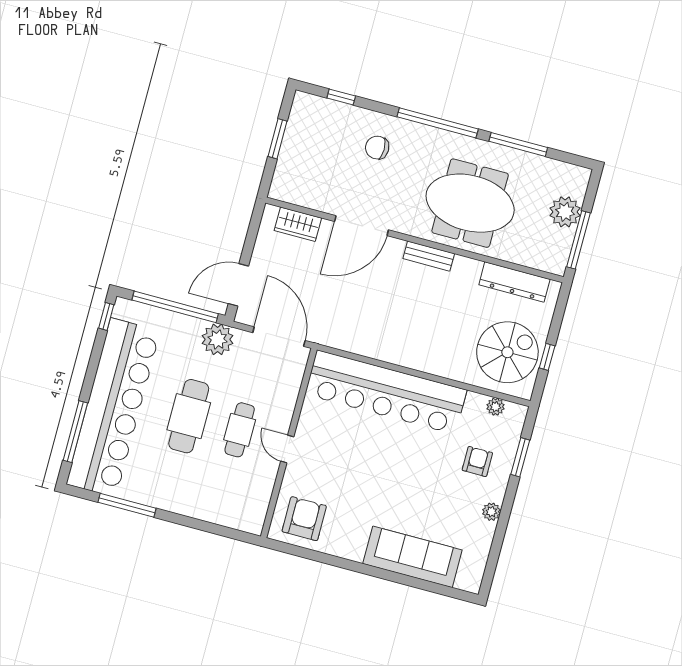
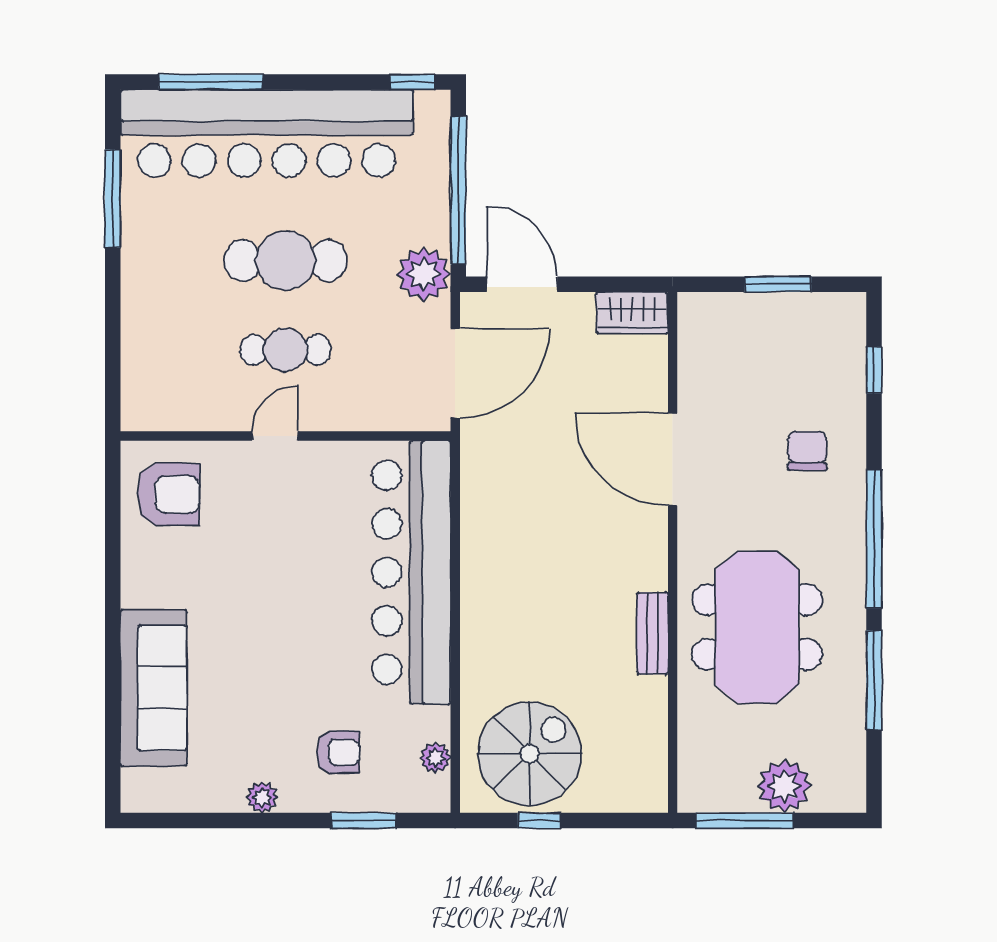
wardrobe: (298, 224) -> (632, 313), moved, turned -90
bench: (429, 256) -> (652, 633), moved
dresser: (514, 282) -> (648, 734), removed
spiral stairs: (507, 352) -> (530, 754), turned -90

